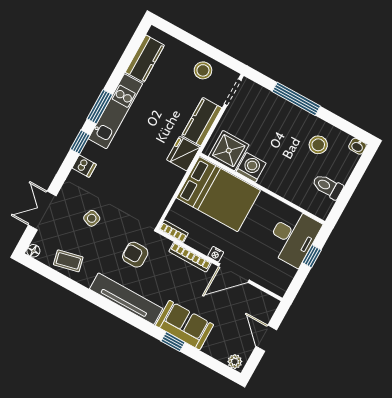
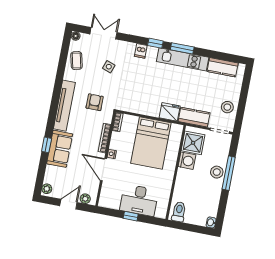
stool: (318, 145) -> (217, 172), moved
shower: (229, 151) -> (193, 143), moved
washing machine: (251, 167) -> (187, 161), moved
wall: (262, 188) -> (176, 172), moved
plant: (266, 312) -> (85, 199), added

